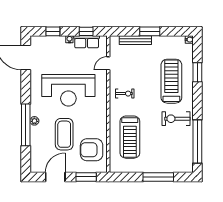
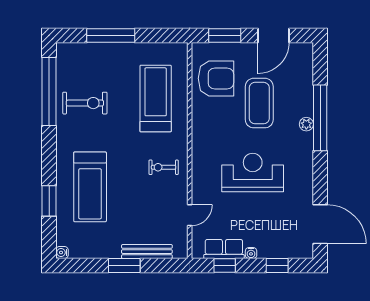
reception desk: (68, 90) -> (253, 173), width x0.74, depth x0.77
exercise bike: (176, 119) -> (85, 103), moved

